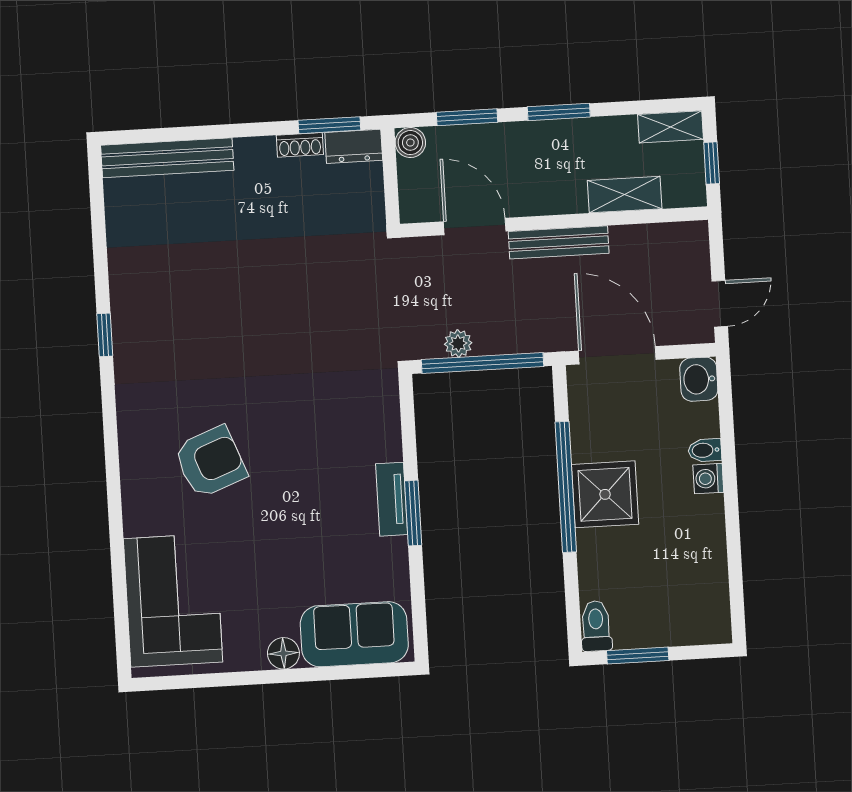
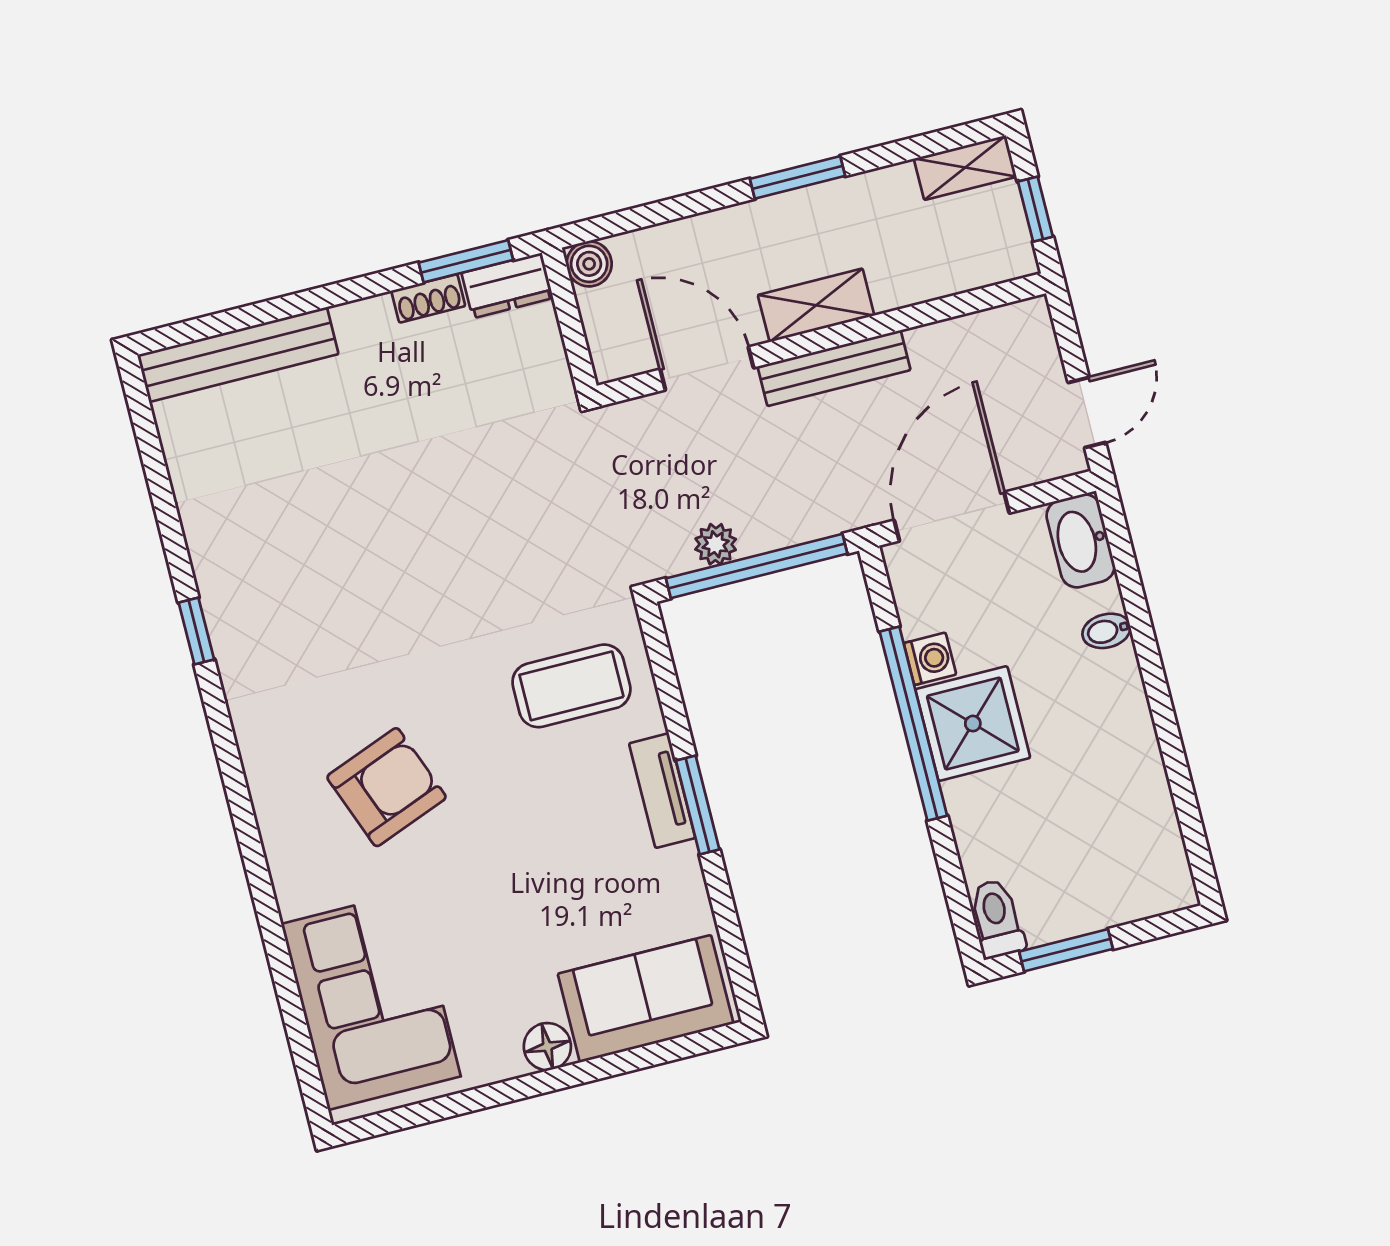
window: (467, 117) -> (665, 211), removed
shelving: (625, 195) -> (816, 305), moved
door: (617, 355) -> (952, 517), hinge flipped
washbasin: (699, 379) -> (1081, 541), width x1.38
coffee table: (345, 419) -> (571, 686), added
washing machine: (708, 479) -> (930, 659), moved, turned 180

